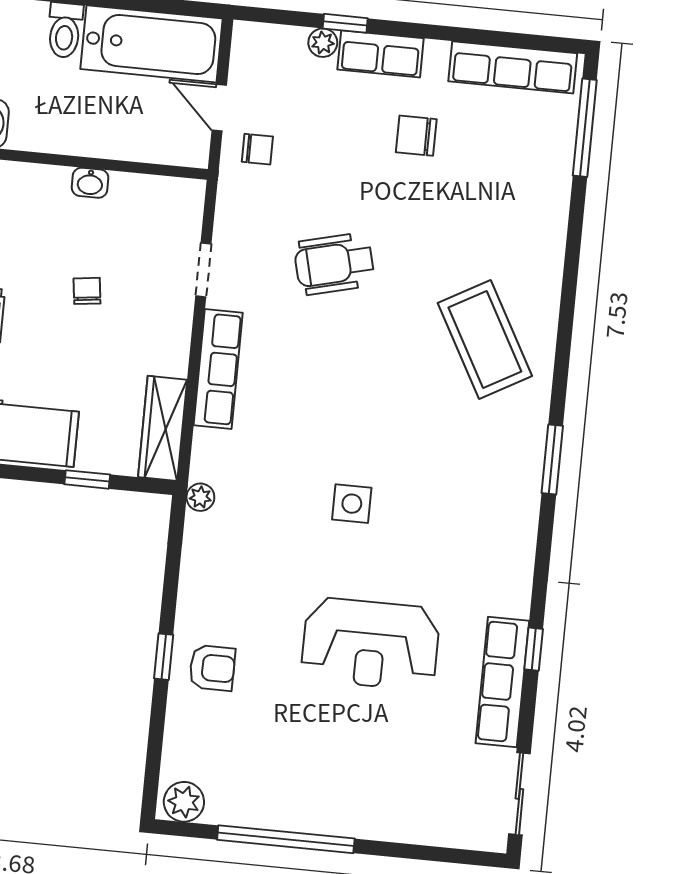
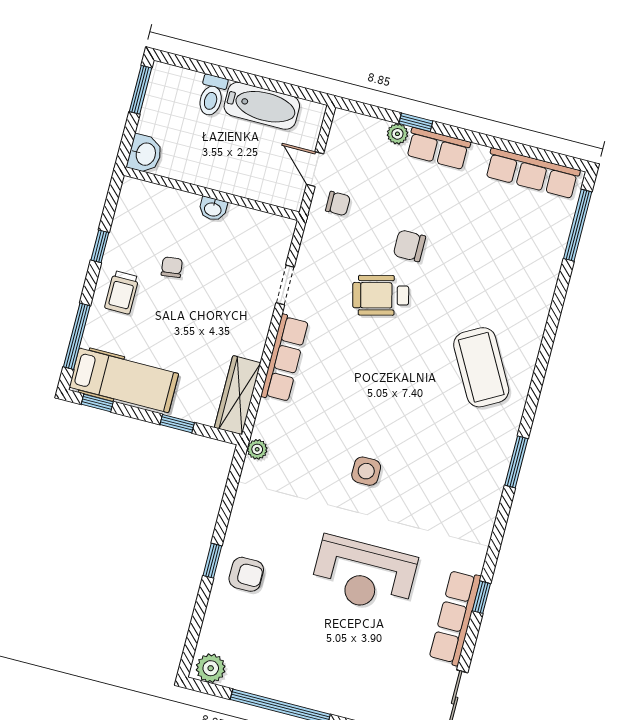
bathtub: (152, 44) -> (262, 106), width x0.73, depth x0.73
chair: (416, 136) -> (409, 246), moved
chair: (87, 291) -> (172, 267), moved

